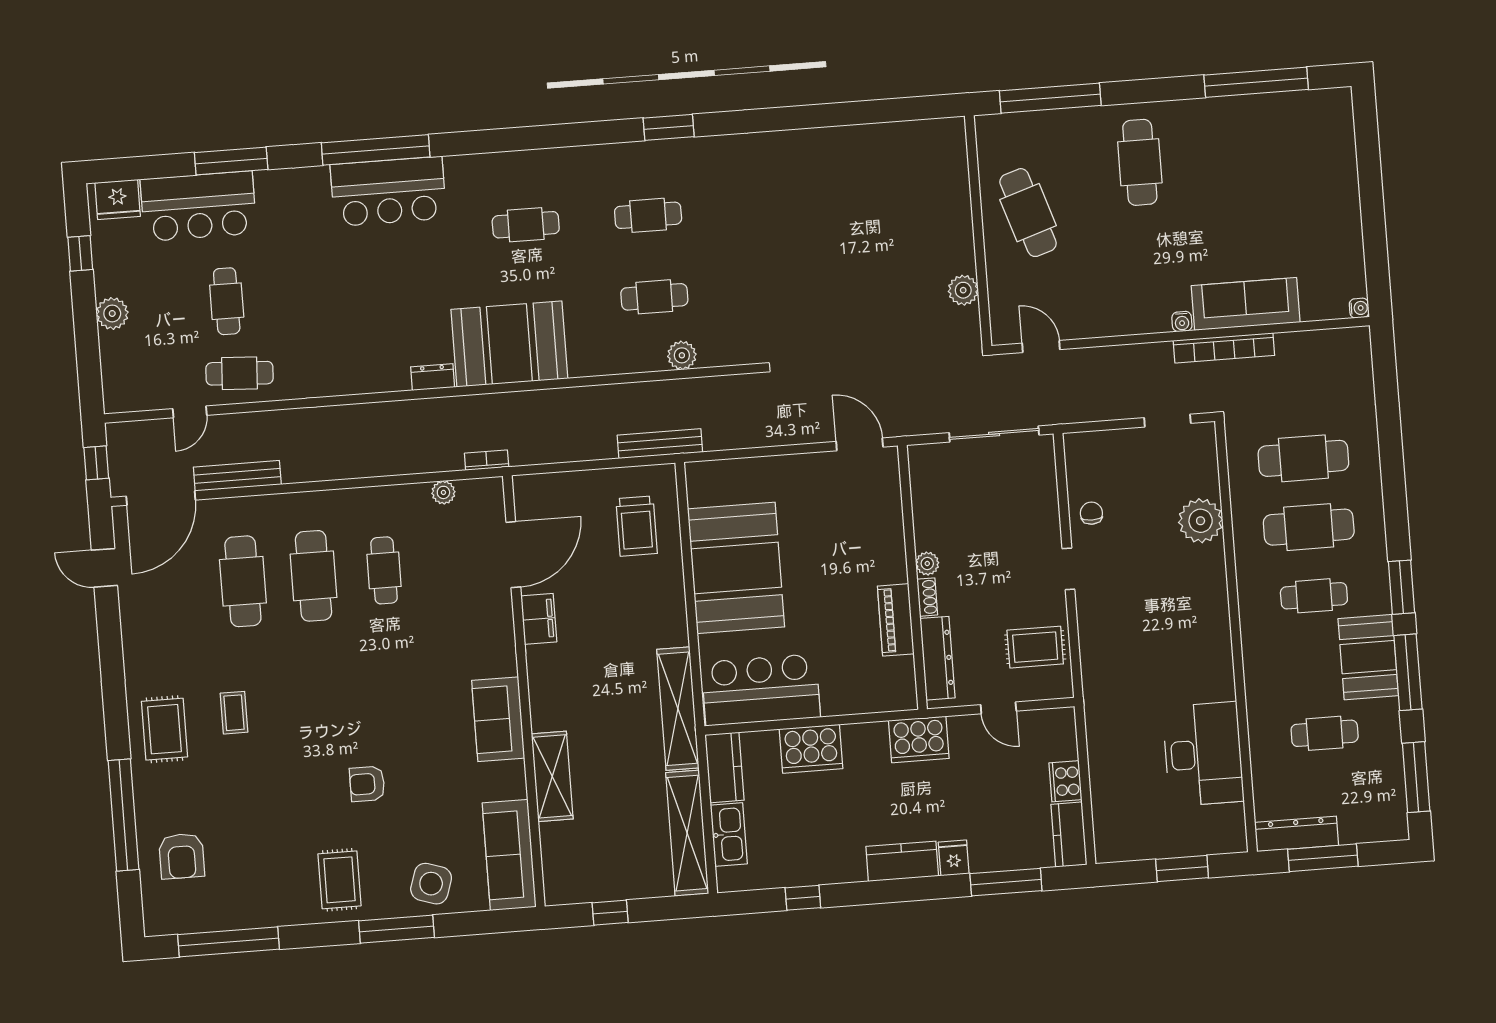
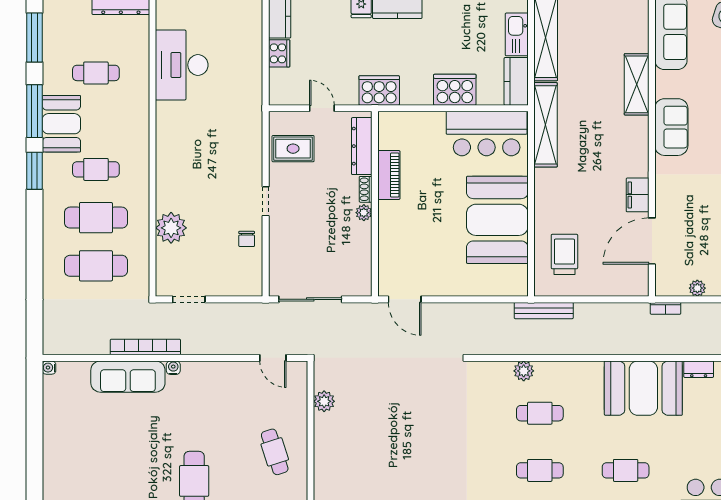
cafe table: (1028, 213) -> (275, 452), width x0.73, depth x0.74

